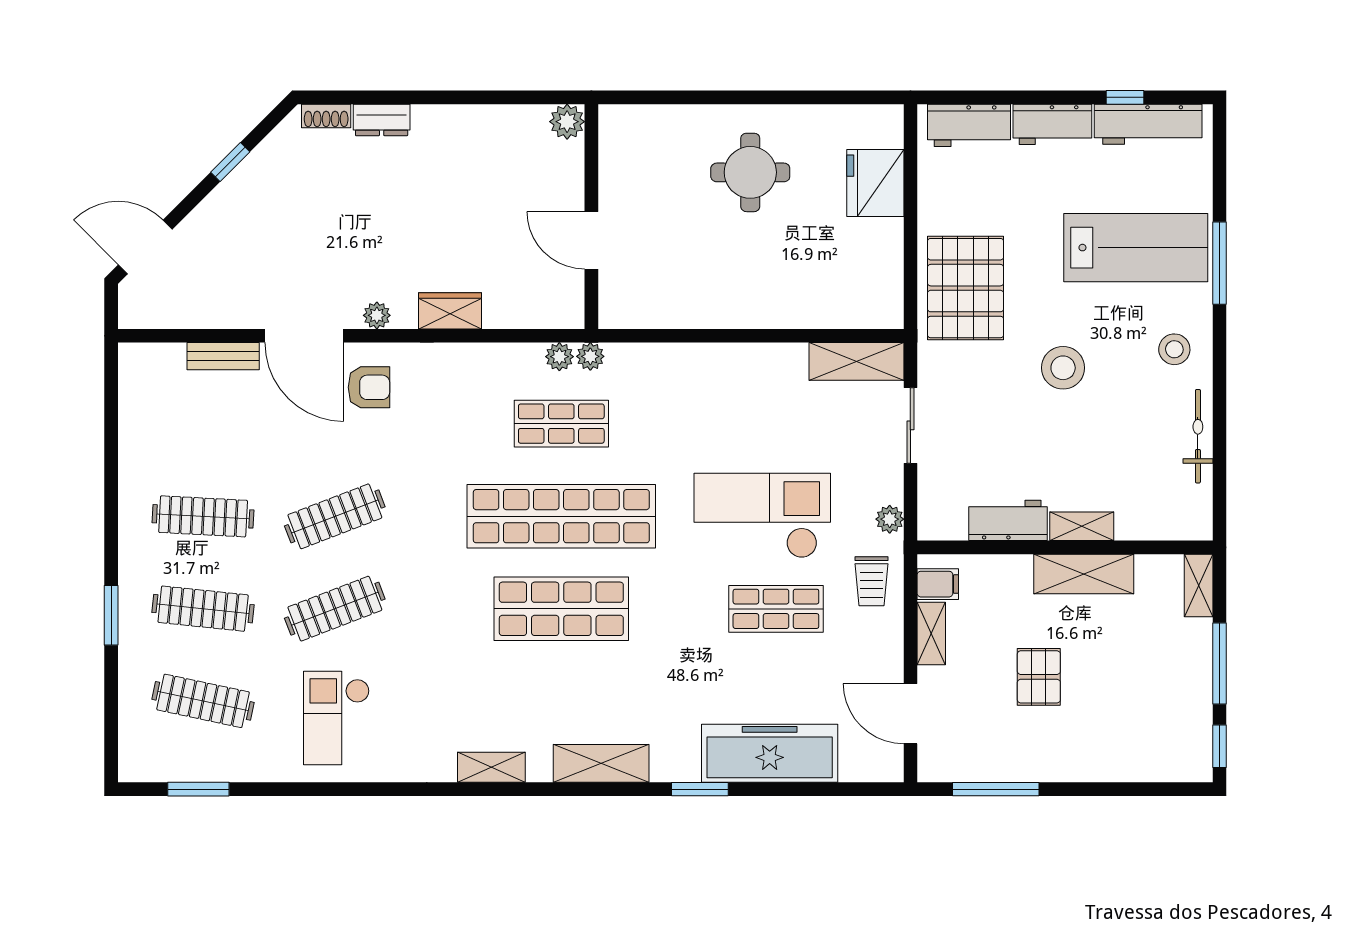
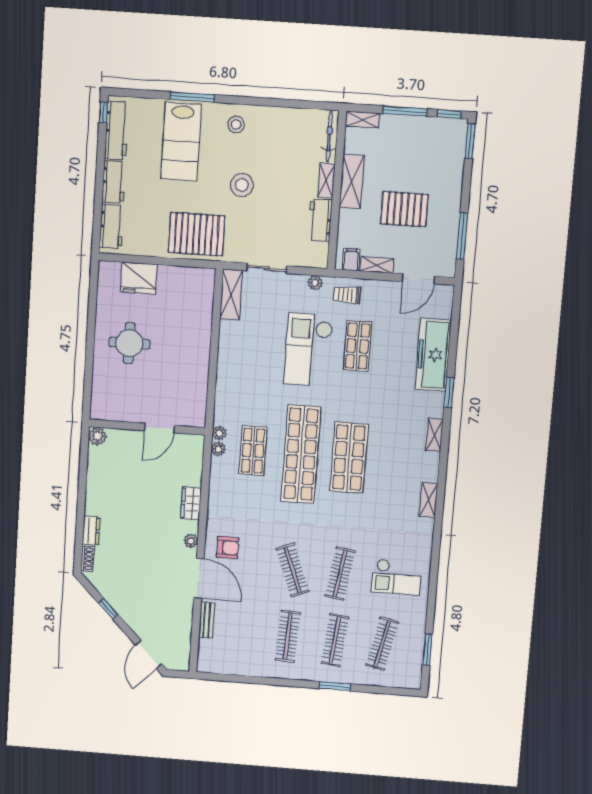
window: (1125, 97) -> (103, 113), moved
lab bench: (1136, 248) -> (181, 142), turned 180
door: (304, 336) -> (199, 578), hinge flipped
armchair: (369, 387) -> (228, 548), turned 90
bicycle: (1198, 436) -> (329, 137), moved, turned 90
trolley: (872, 581) -> (347, 295), turned 180
clothes rail: (335, 609) -> (340, 574), turned 30
pallet: (1039, 677) -> (404, 209), width x1.50, depth x1.42
shelving: (601, 763) -> (434, 435), width x0.67, depth x0.75
window: (1173, 789) -> (470, 141), added

